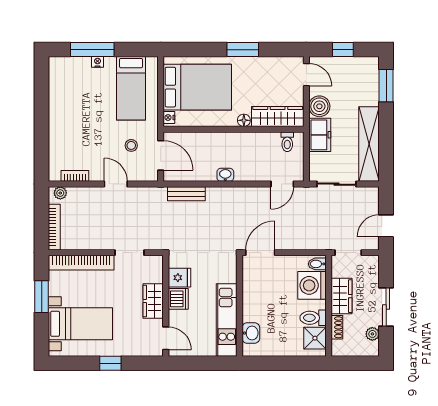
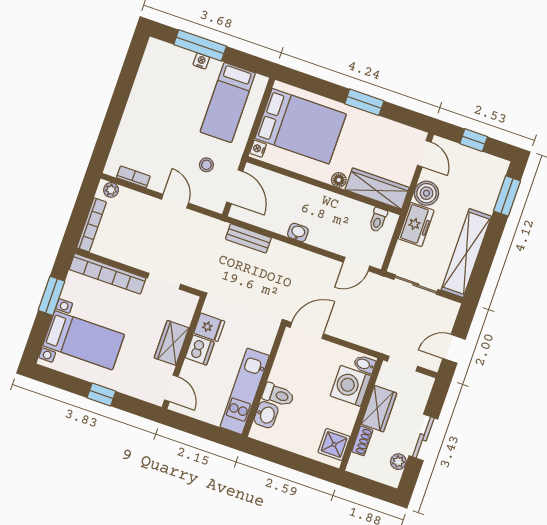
toilet: (313, 318) -> (278, 395), moved, turned 180

